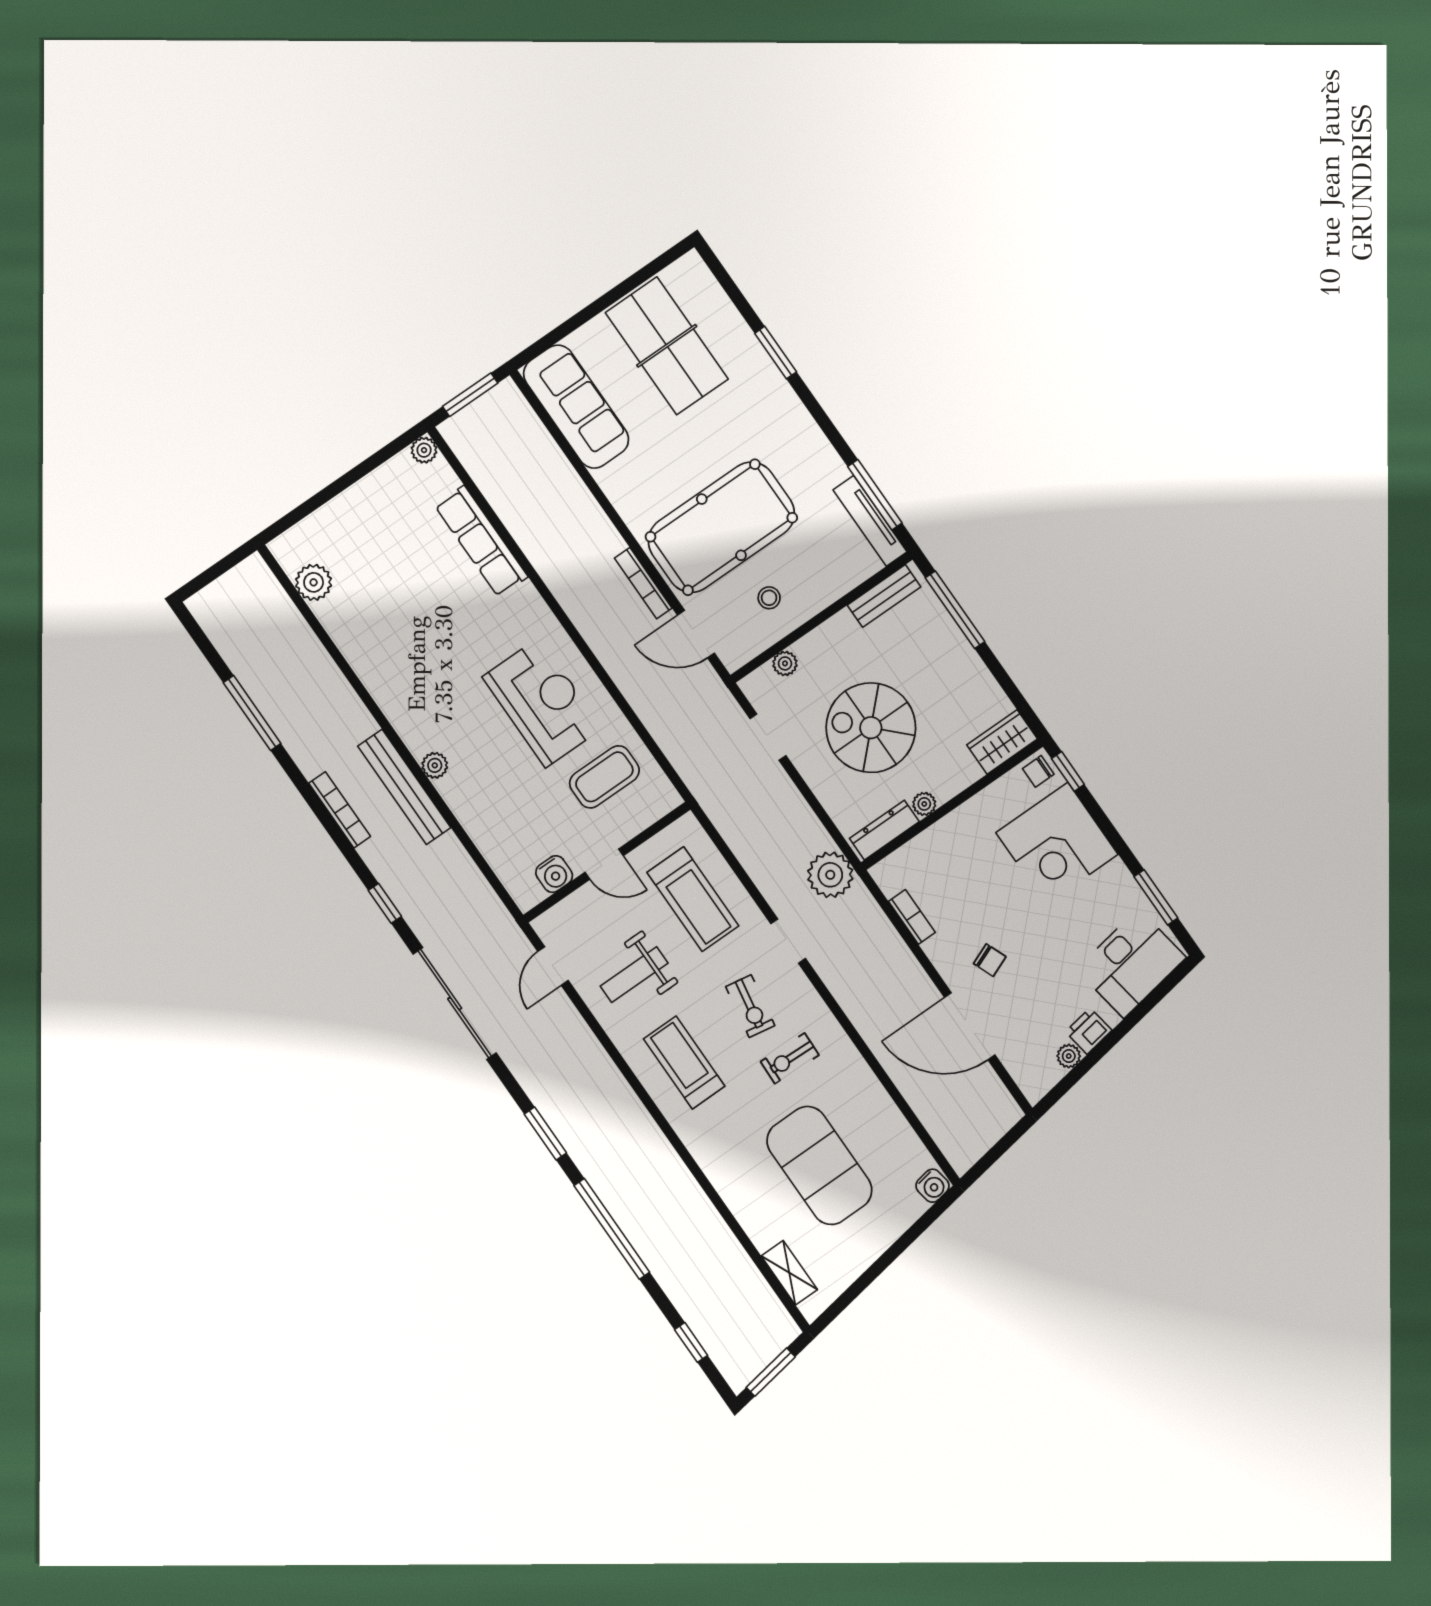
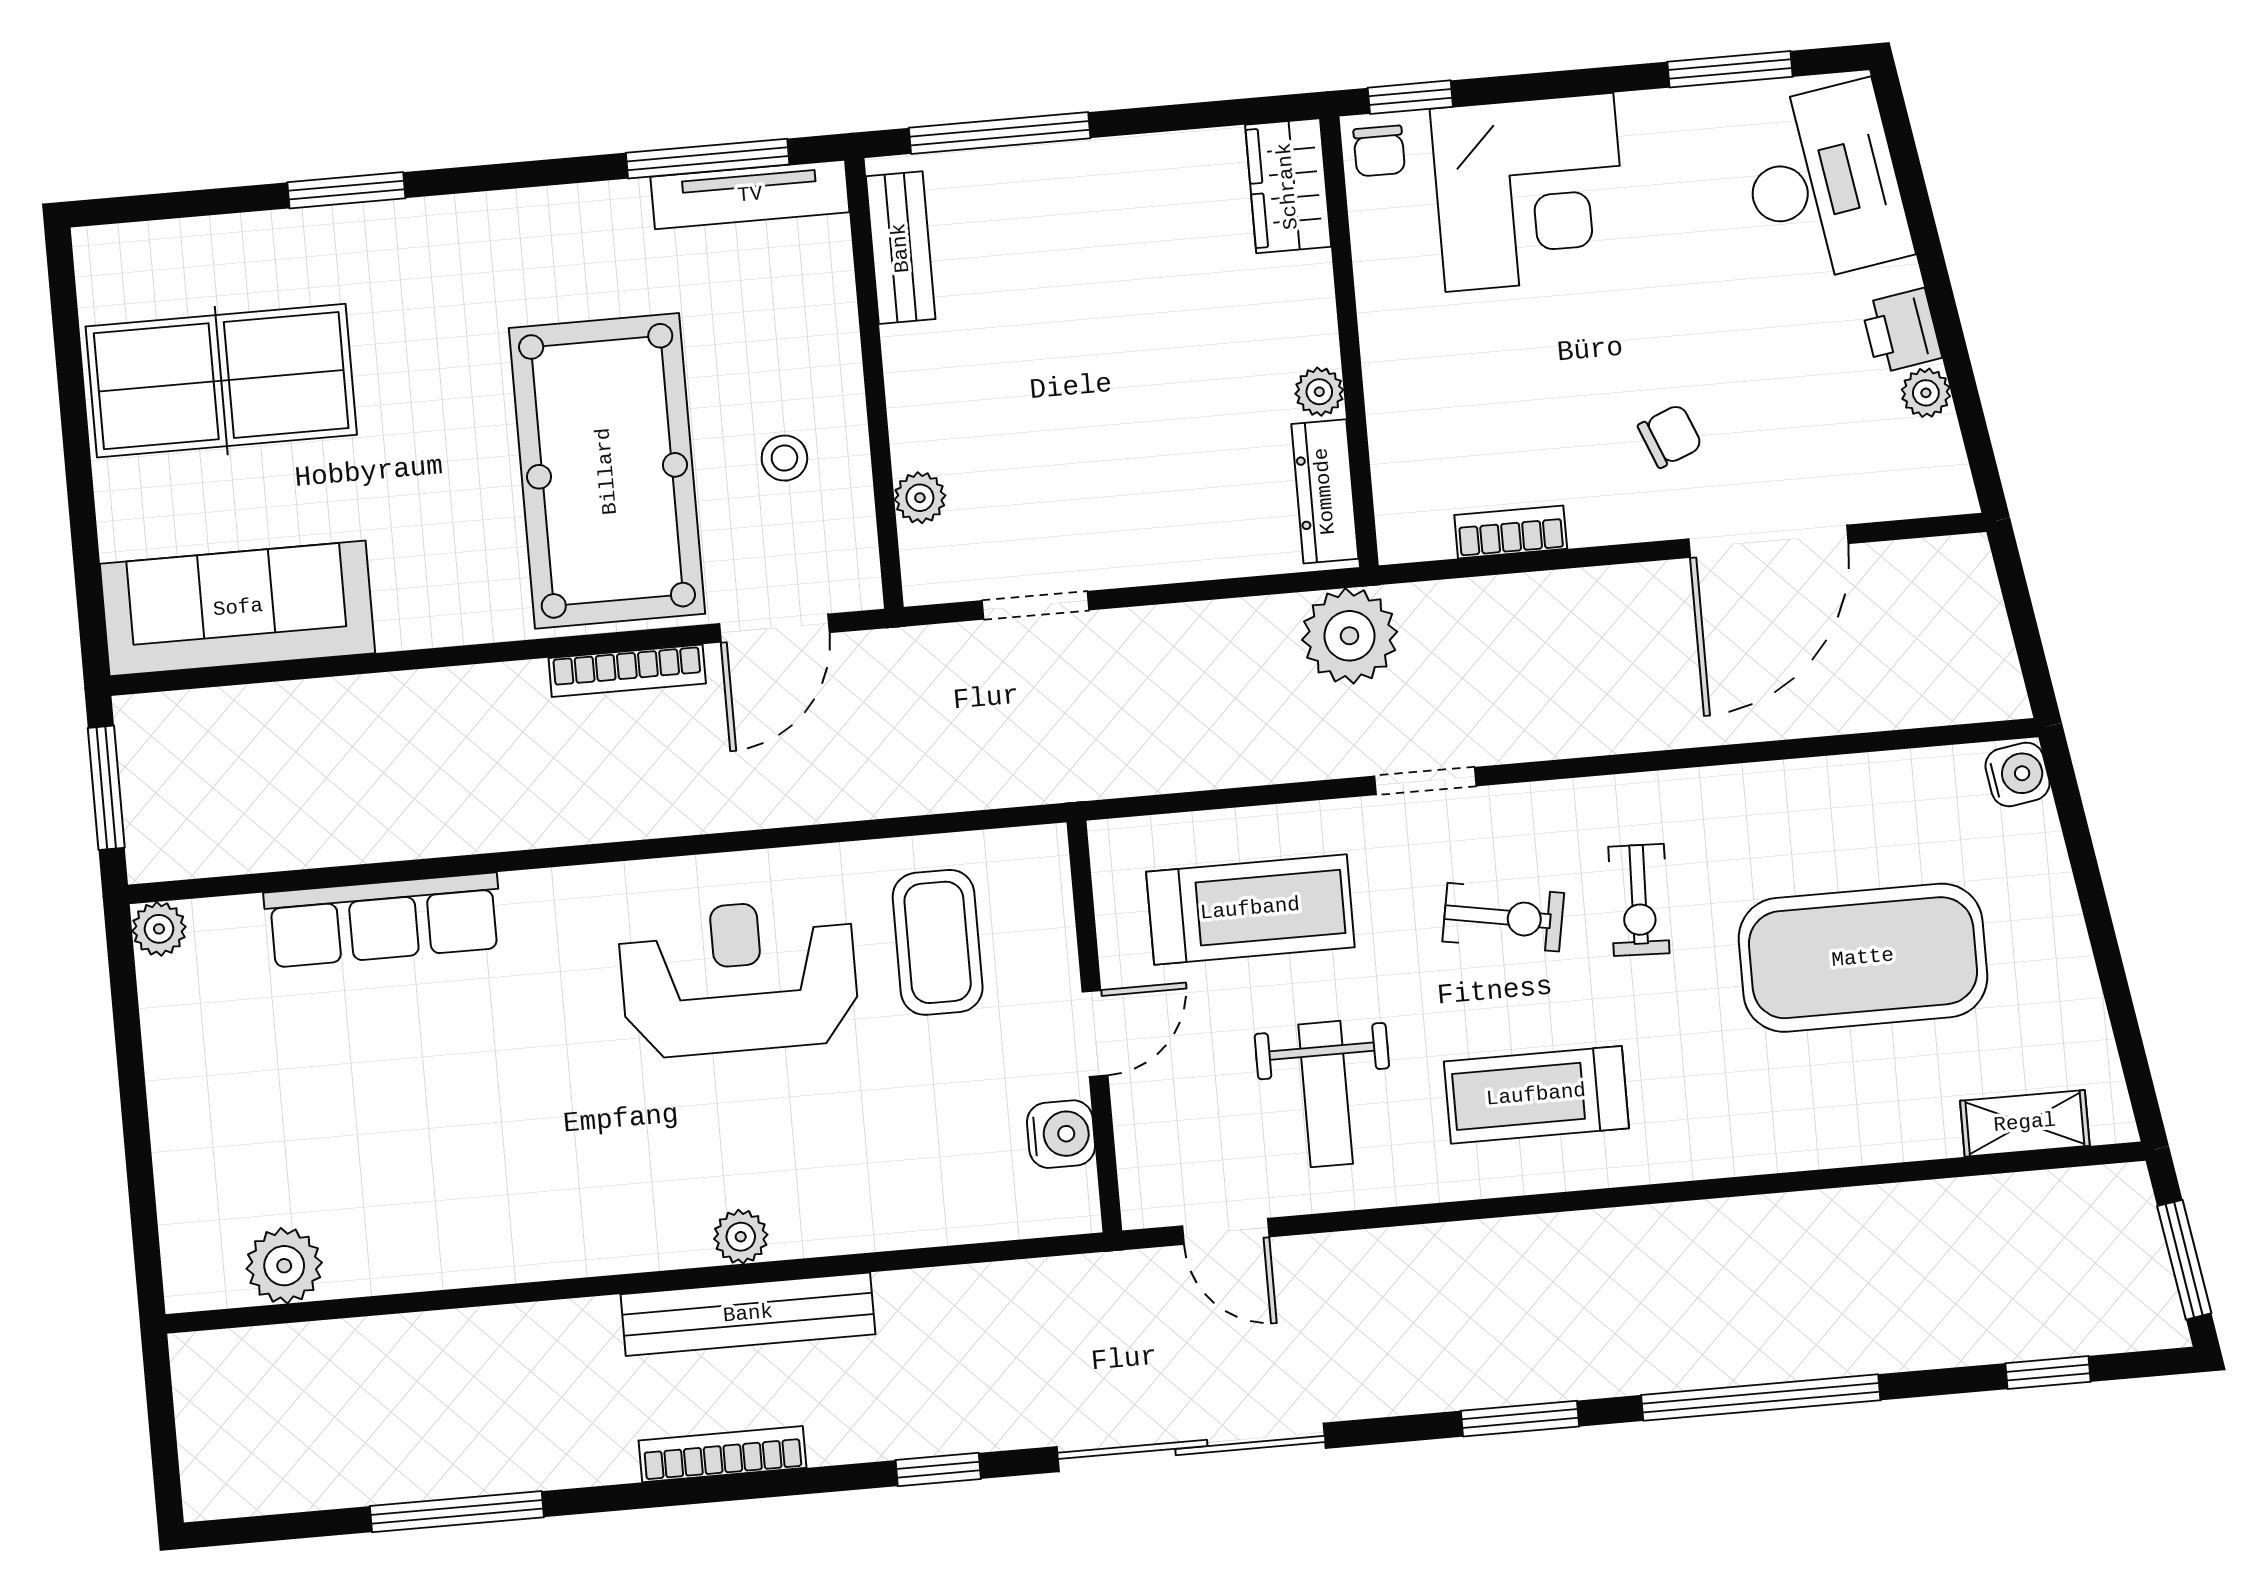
spiral stairs: (871, 728) -> (1126, 409), removed

